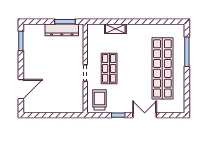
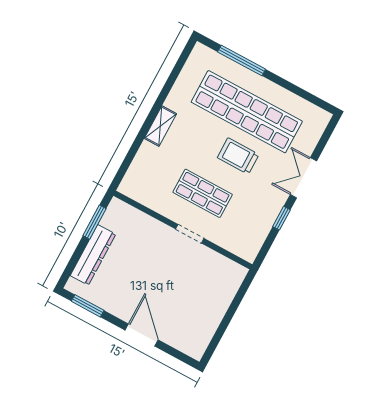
shelving: (115, 29) -> (160, 126), moved
dresser: (62, 30) -> (93, 255), moved
door: (21, 89) -> (142, 335), moved
trolley: (100, 100) -> (238, 156), moved

